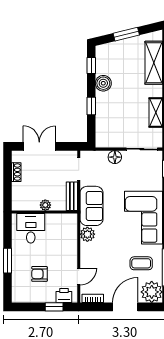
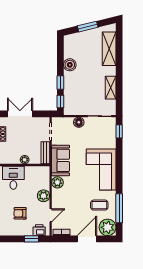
window: (91, 65) -> (60, 101), moved
plant: (69, 251) -> (43, 196), added

